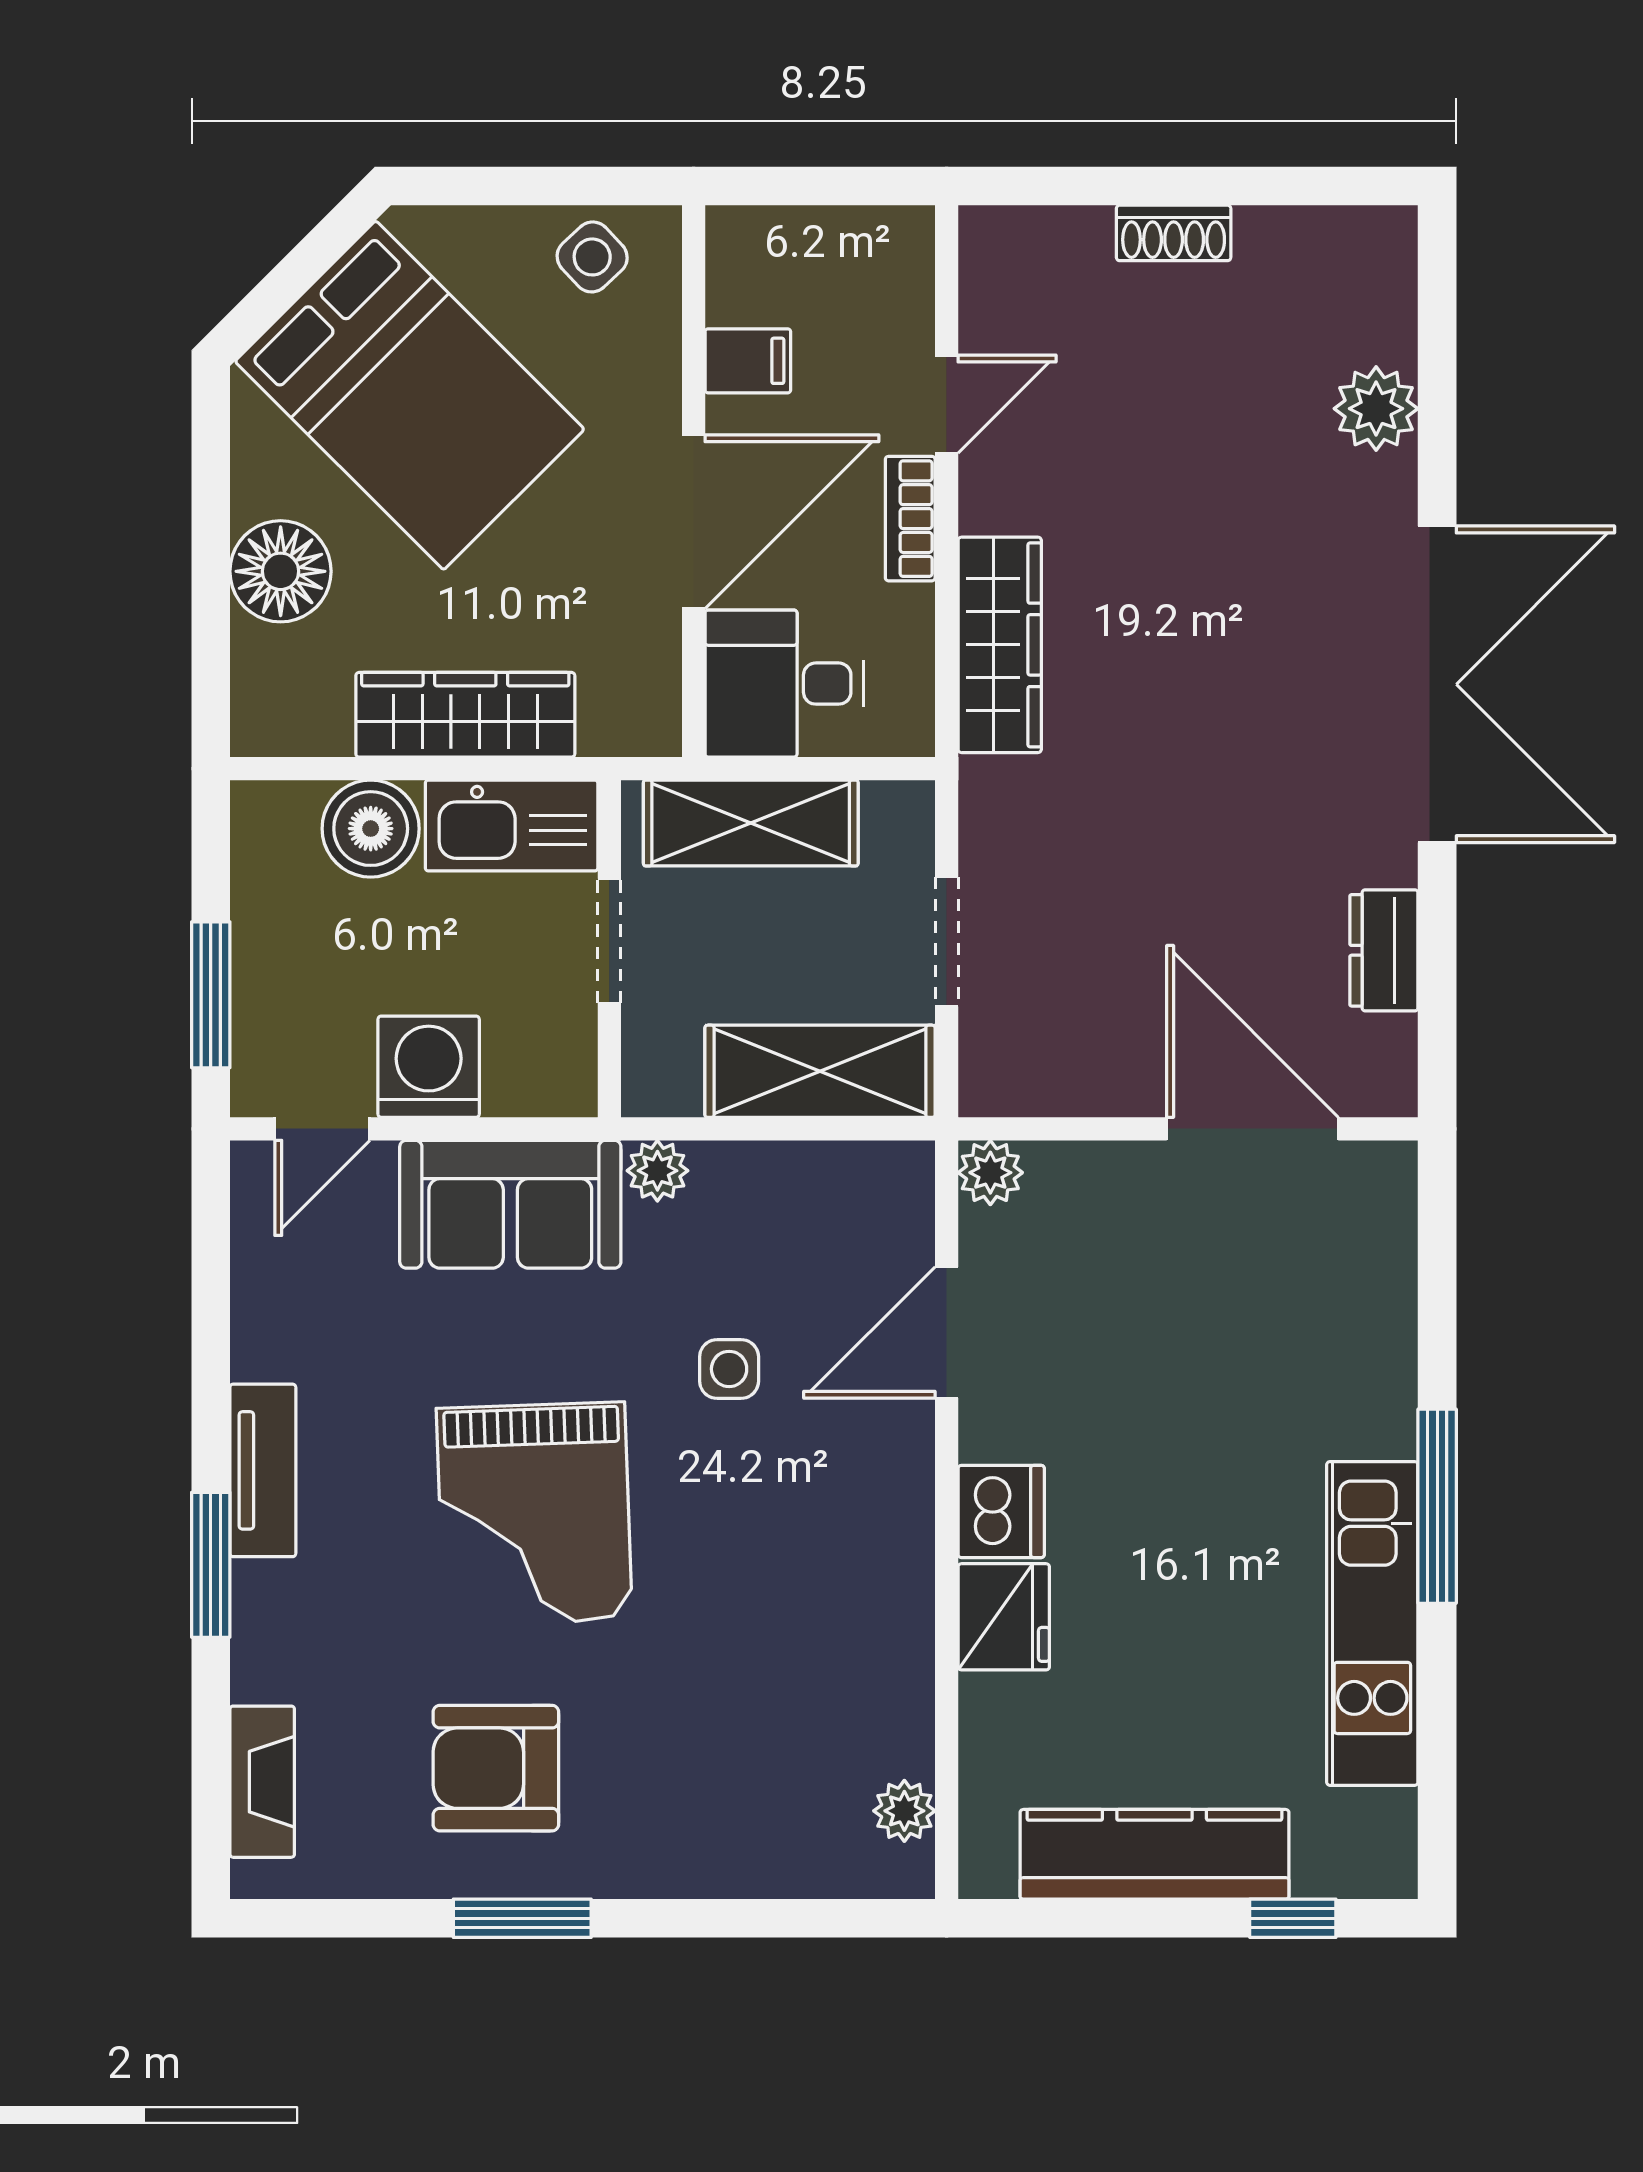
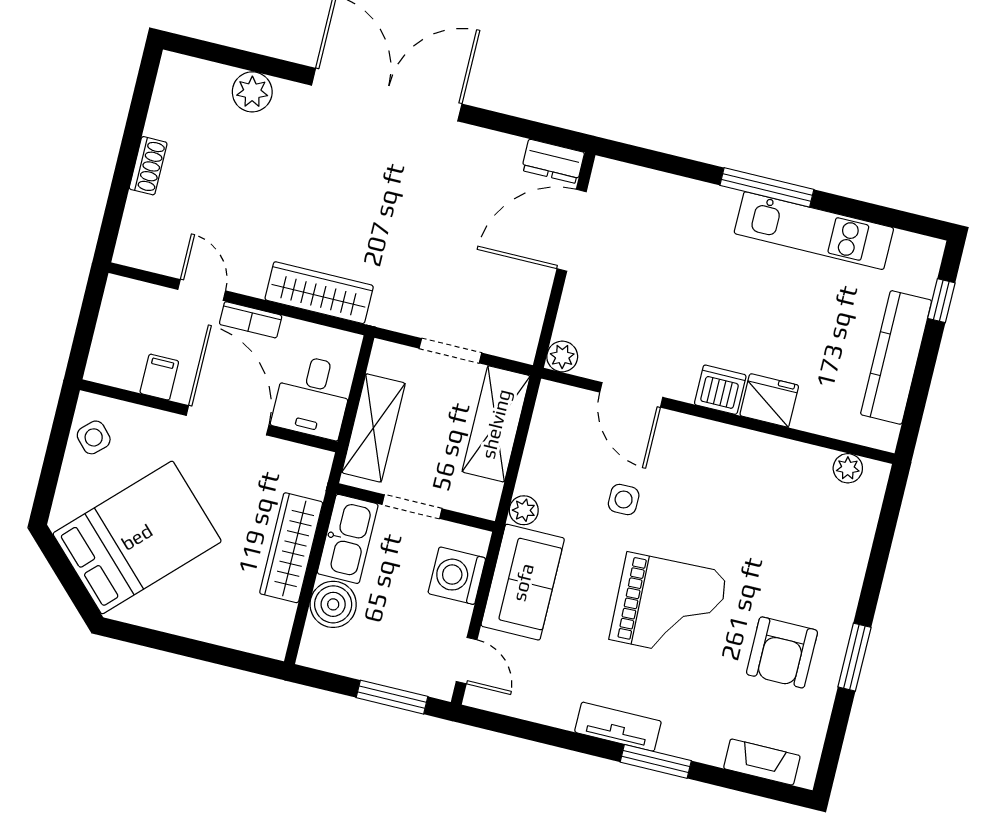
floor lamp: (281, 571) -> (204, 617), removed
dresser: (1384, 950) -> (553, 161), moved
washing machine: (429, 1067) -> (457, 576), moved

